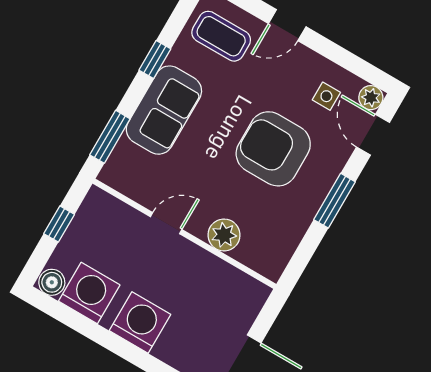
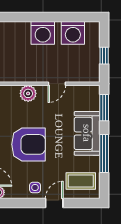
window: (155, 60) -> (104, 154), width x2.17
side table: (326, 96) -> (35, 188), moved
boiler: (52, 282) -> (92, 28), removed

